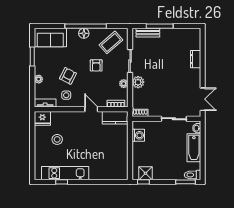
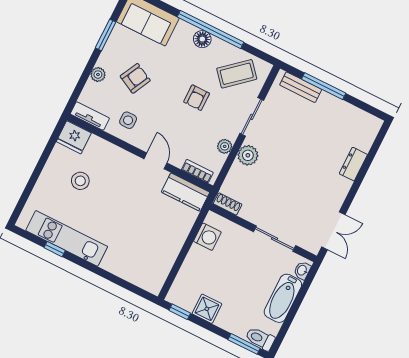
armchair: (68, 76) -> (135, 78), moved
shower: (145, 173) -> (207, 309), moved

